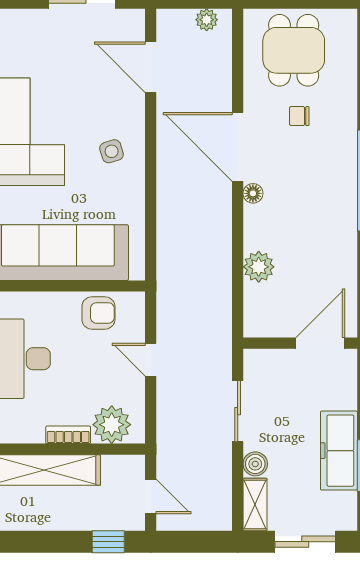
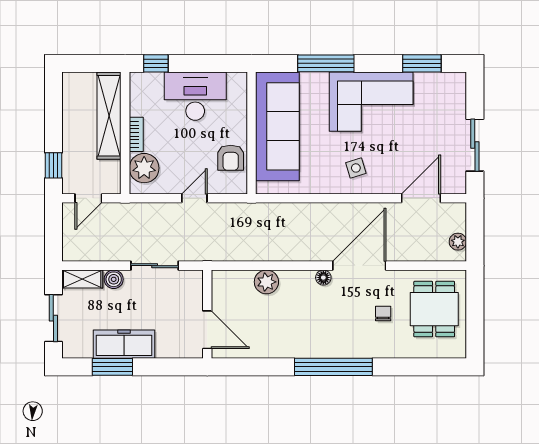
dining table: (294, 50) -> (434, 309), turned 90

